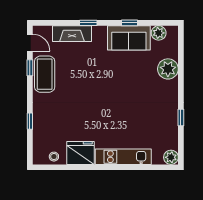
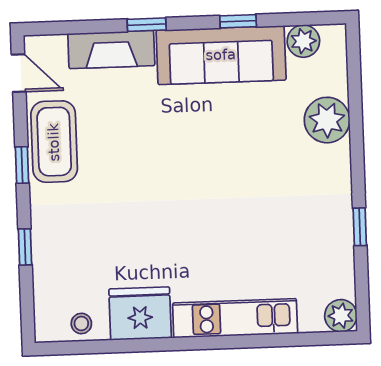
sofa: (129, 38) -> (221, 55), width x1.36
window: (30, 68) -> (22, 165), moved

